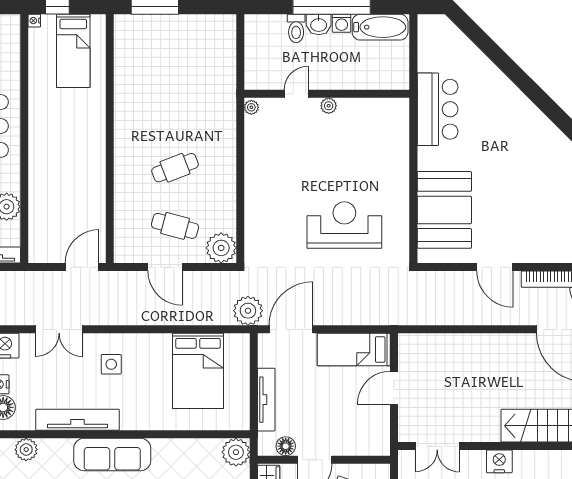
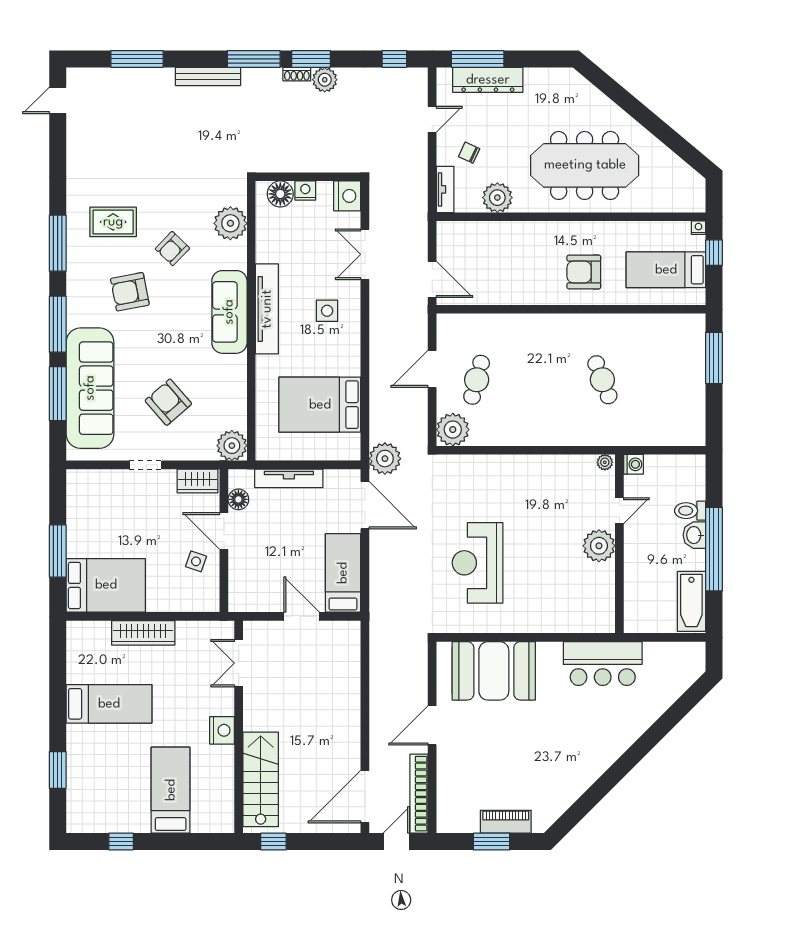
washing machine: (342, 23) -> (633, 464), moved, turned 180
door: (296, 94) -> (619, 511), hinge flipped
plant: (329, 106) -> (599, 546), width x1.87, depth x1.87
armchair: (75, 127) -> (584, 272), added
cafe table: (175, 168) -> (602, 380), moved
reception desk: (344, 225) -> (477, 563), turned 180
tv unit: (77, 420) -> (267, 309), moved
plant: (26, 450) -> (230, 223), width x1.36, depth x1.36

